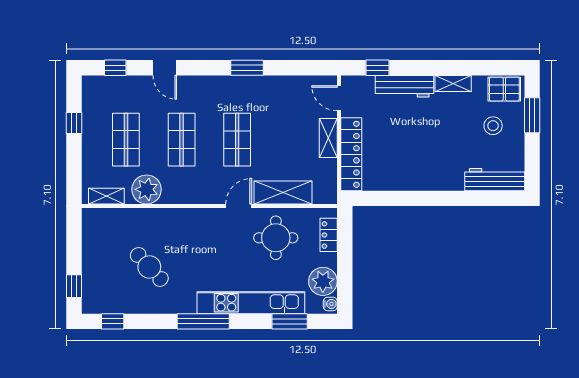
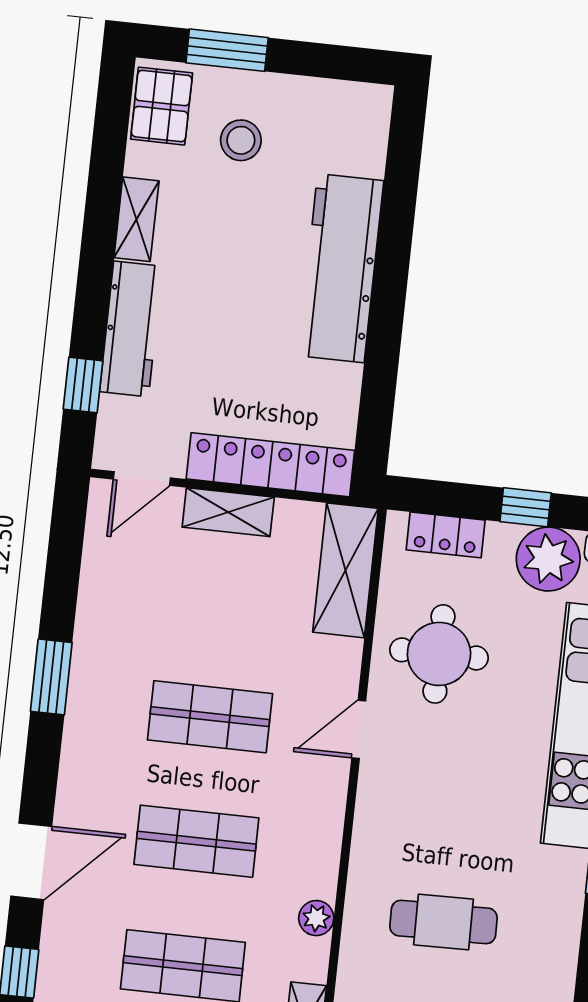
door: (165, 68) -> (31, 861), width x1.38
workbench: (495, 180) -> (341, 268), moved, width x1.36, depth x1.32
plant: (147, 189) -> (316, 918), width x0.53, depth x0.53
shelving: (283, 193) -> (345, 570), moved
door: (239, 206) -> (359, 729), hinge flipped
cafe table: (149, 267) -> (443, 922), moved, turned 42
window: (345, 269) -> (526, 507), added

